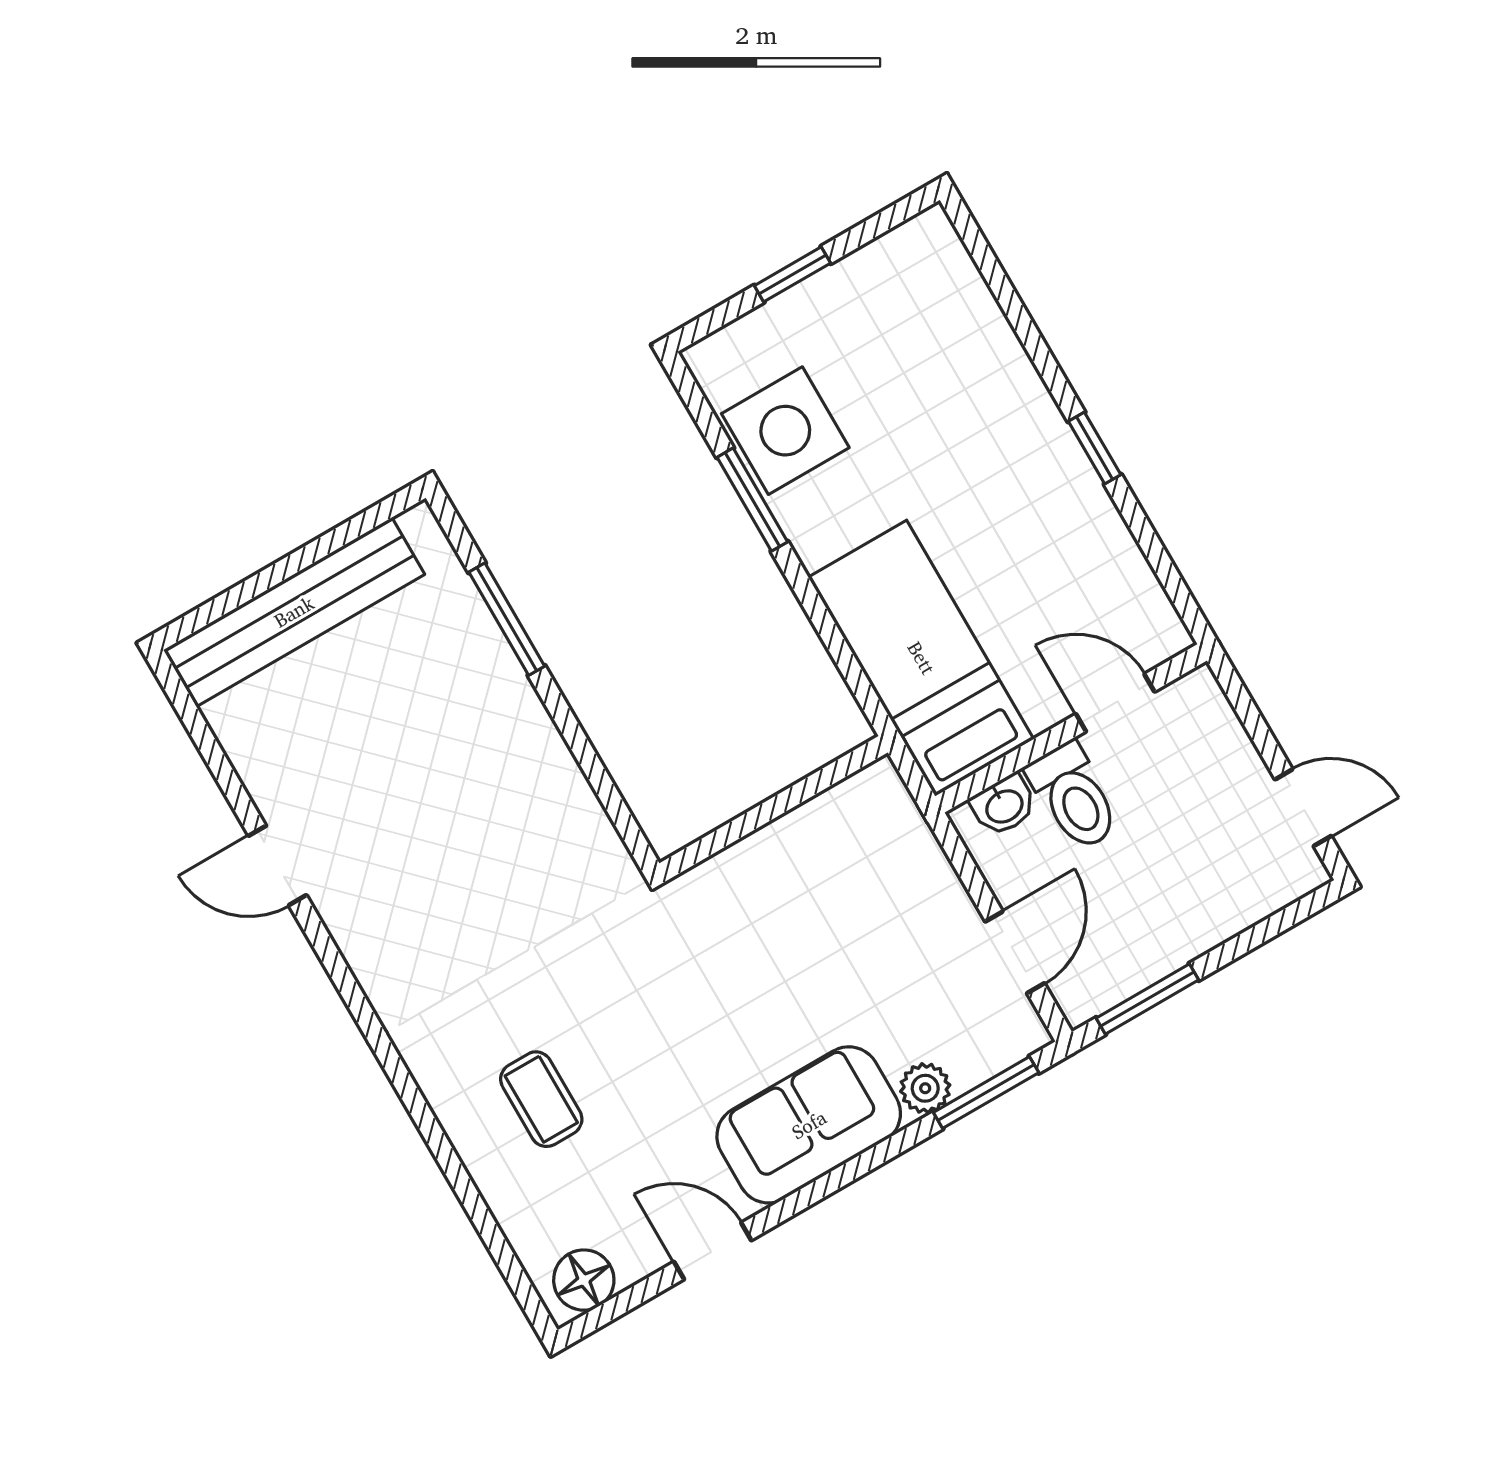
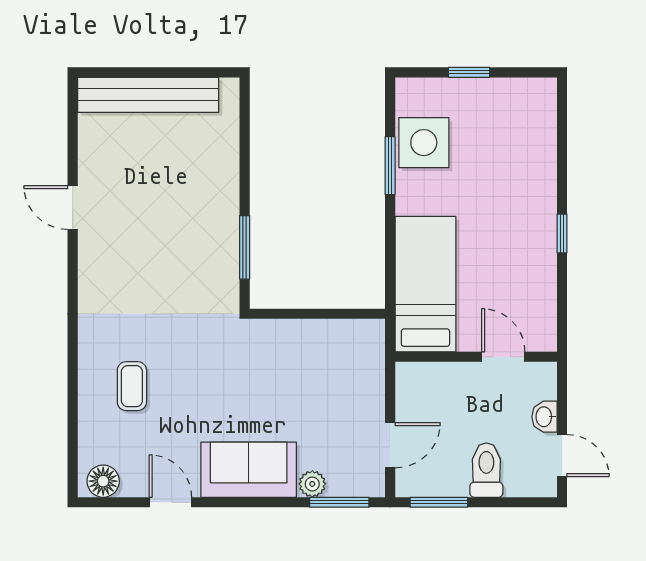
window: (507, 619) -> (245, 247), moved
toilet: (1074, 796) -> (486, 470), moved, turned 180
washbasin: (1004, 805) -> (545, 417), moved, turned 90

